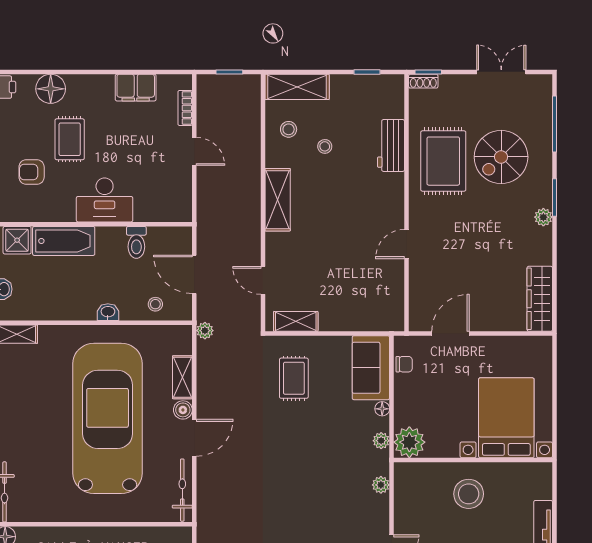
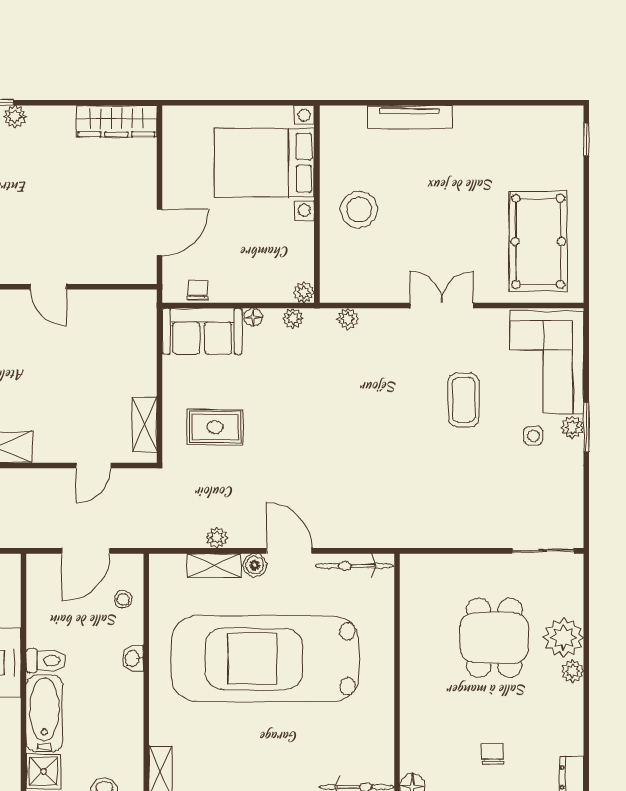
toilet: (136, 242) -> (46, 661), moved
plant: (205, 331) -> (217, 538), moved
door: (450, 333) -> (160, 232), swing flipped
plant: (409, 442) -> (304, 292), width x0.53, depth x0.53

